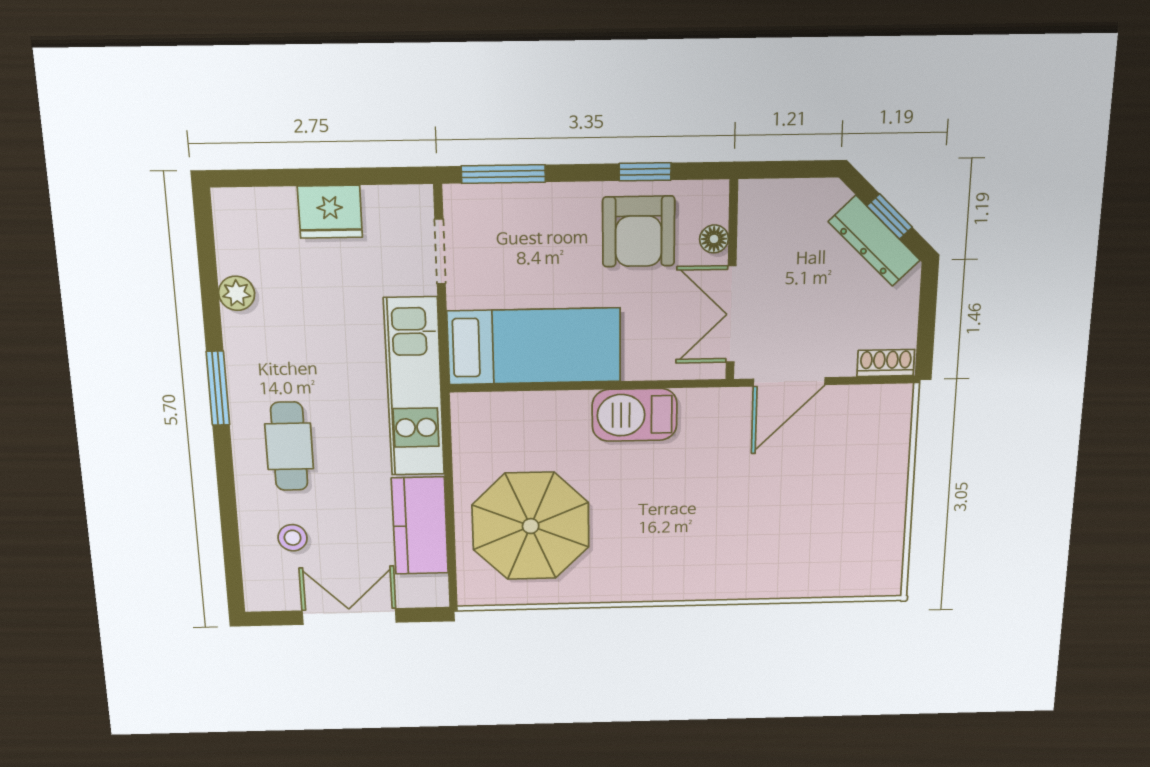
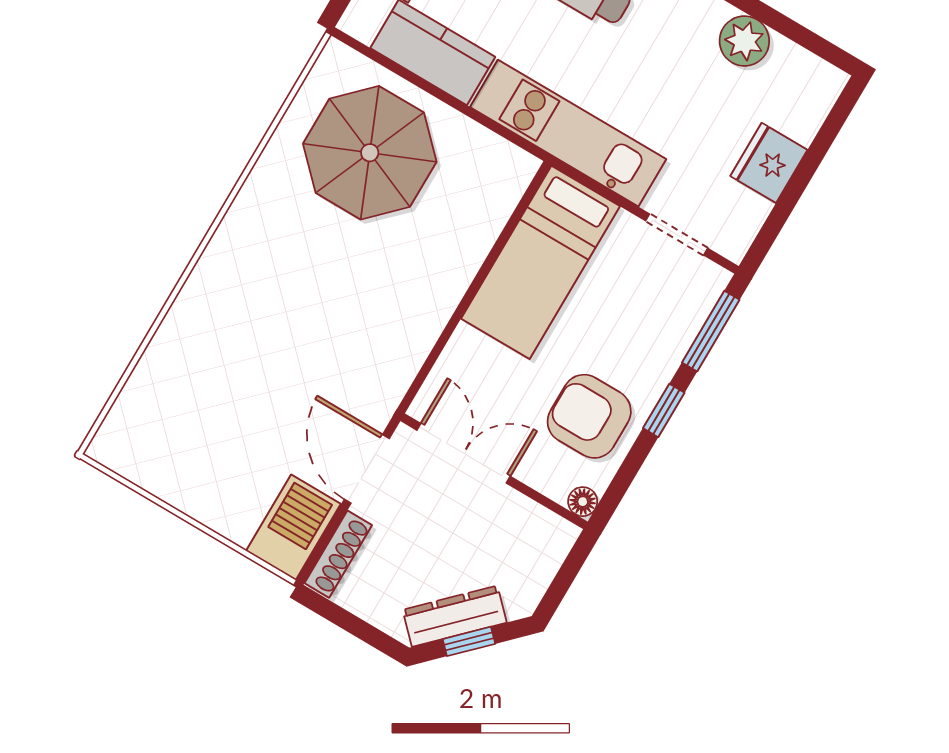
window: (645, 172) -> (664, 410), moved
floor lamp: (714, 239) -> (583, 502), moved
plant: (237, 293) -> (744, 41), width x1.38, depth x1.38
shoe rack: (886, 363) -> (338, 554), width x1.43
barbecue: (635, 415) -> (293, 527), moved

